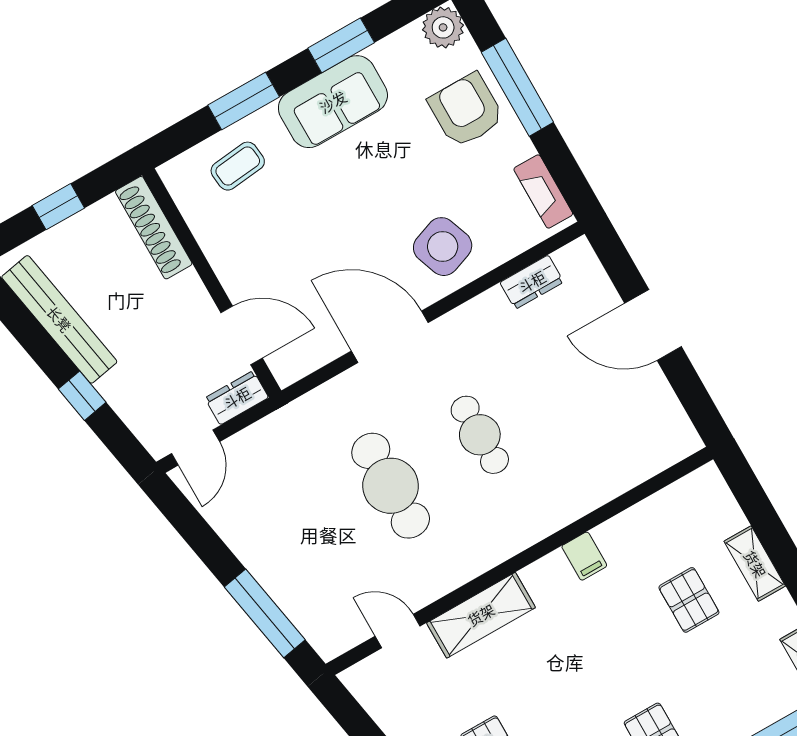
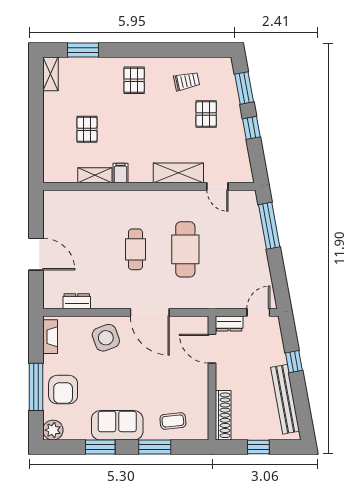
shelving: (755, 564) -> (95, 175), moved, turned 90

